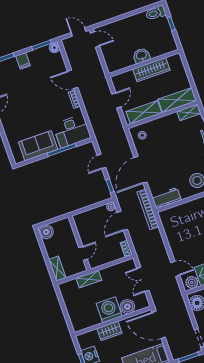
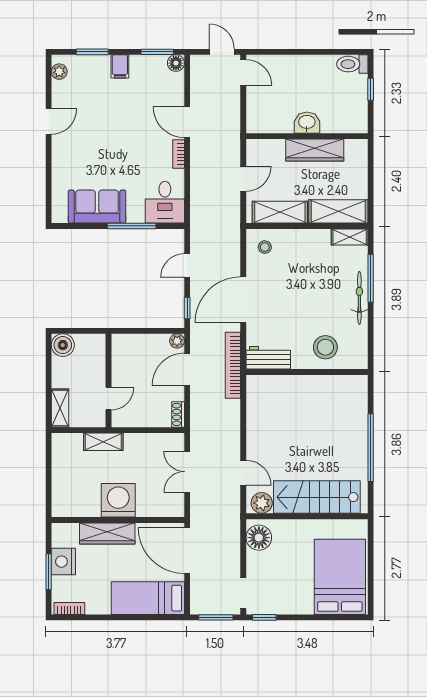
desk: (72, 131) -> (165, 202), width x0.73
boiler: (127, 307) -> (148, 505), removed
wardrobe: (110, 331) -> (107, 533), width x1.50

